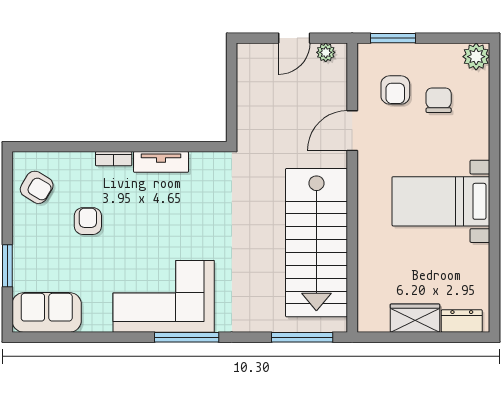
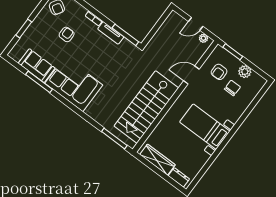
plant: (476, 57) -> (245, 72), moved
window: (189, 147) -> (125, 35), added
sofa: (47, 312) -> (37, 66), moved
wardrobe: (415, 318) -> (157, 160), width x1.50
window: (187, 337) -> (39, 82), moved

